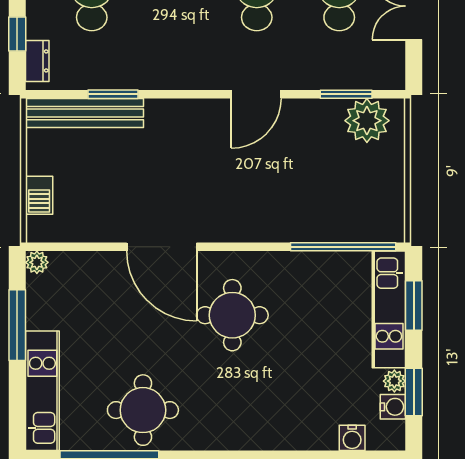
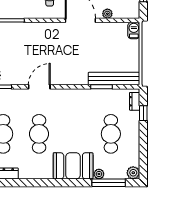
barbecue: (39, 195) -> (134, 31), moved
plant: (37, 262) -> (107, 14), moved

